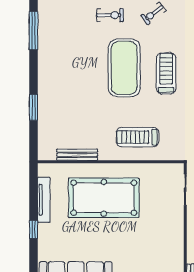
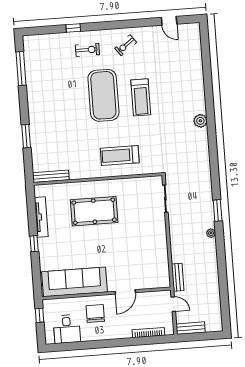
treadmill: (166, 73) -> (141, 97), turned 180
bench: (77, 155) -> (51, 176), moved
pool table: (104, 198) -> (94, 211), width x0.73, depth x0.76

